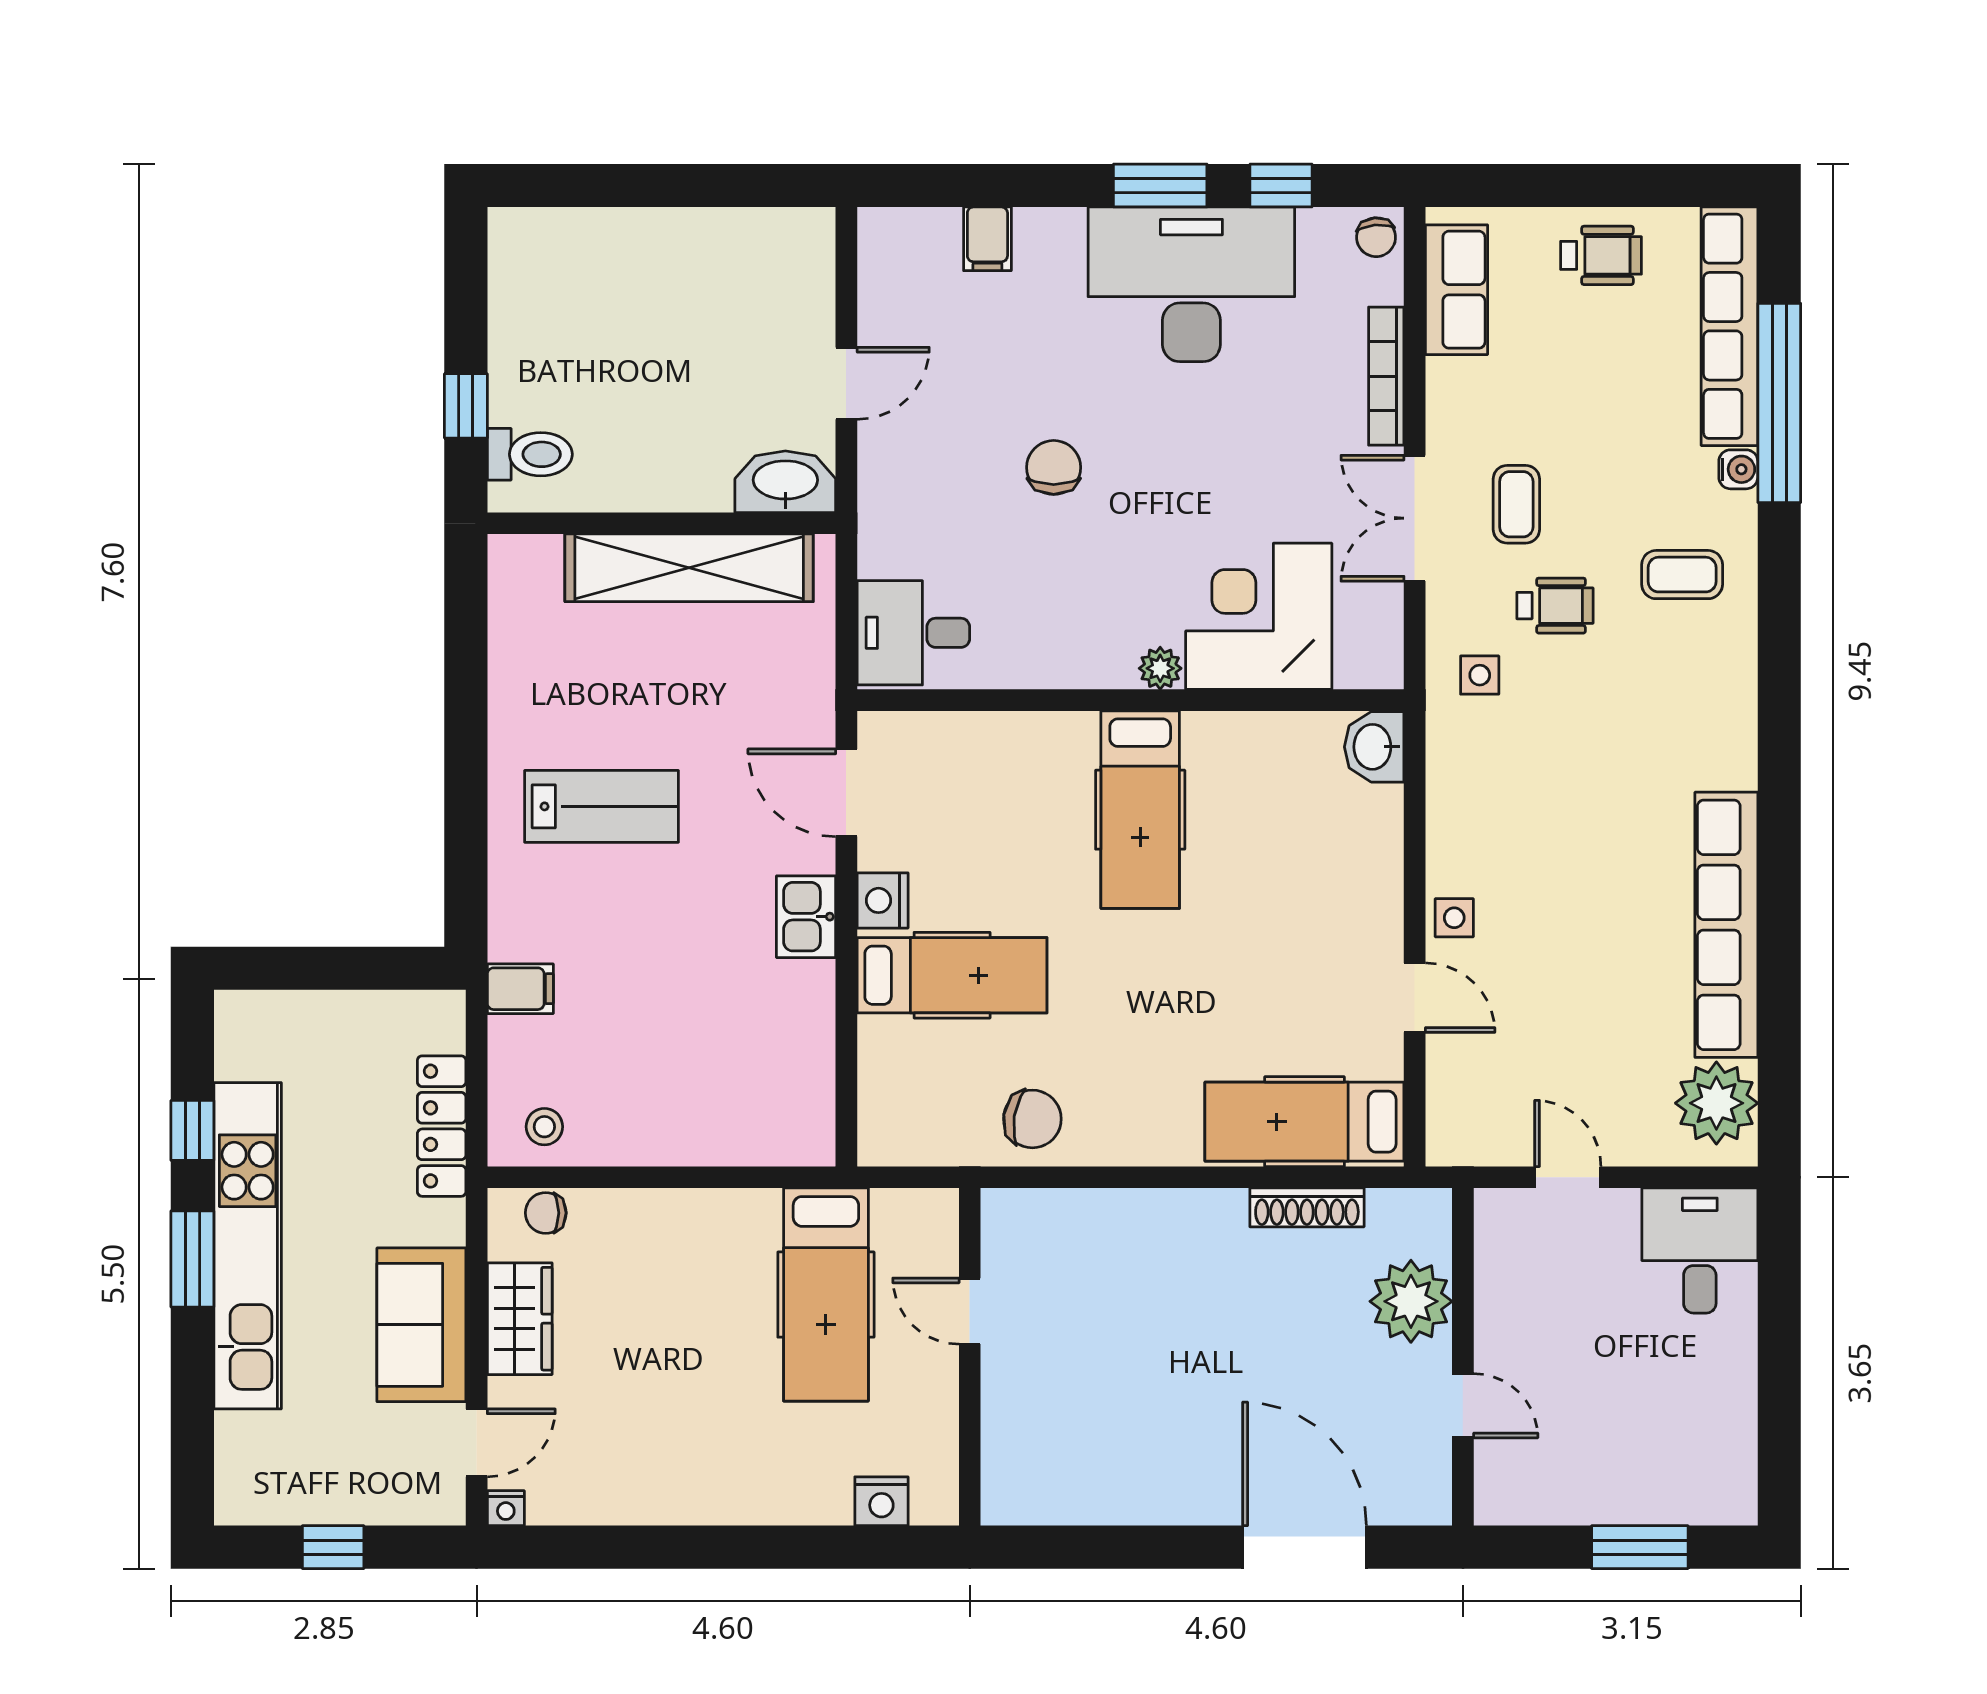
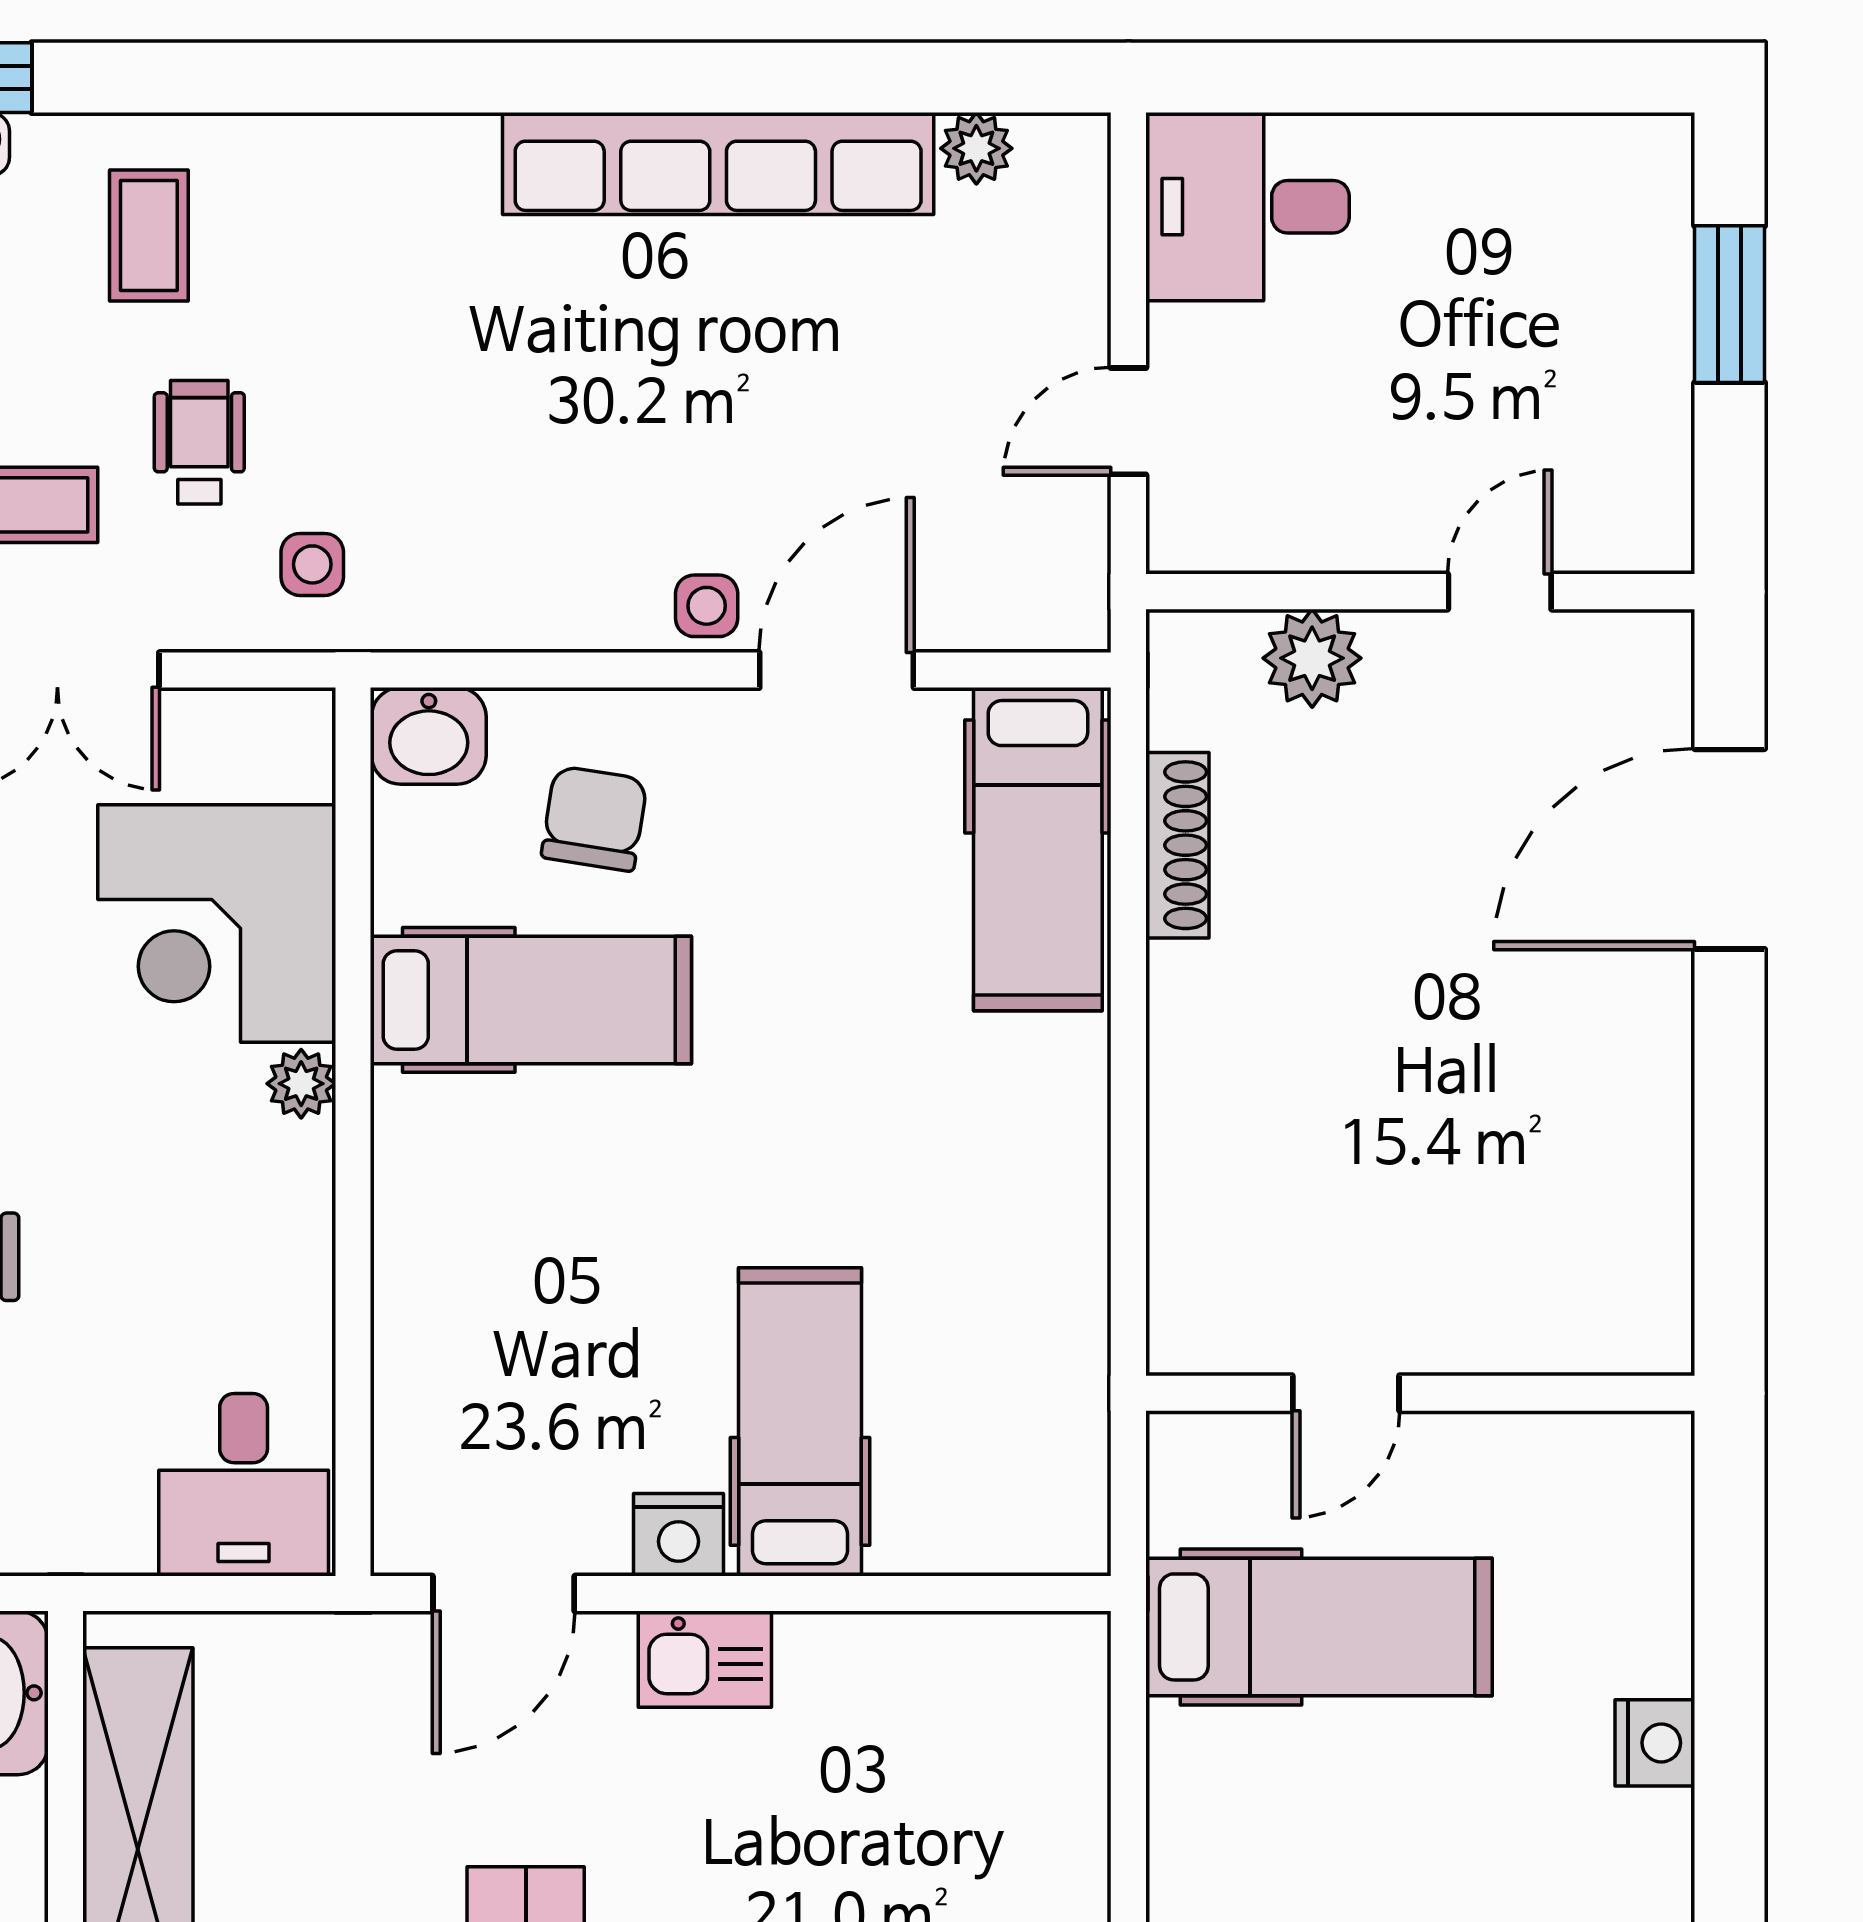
hospital bed: (1140, 810) -> (531, 1000), moved
door: (1415, 998) -> (837, 670), width x1.38
plant: (1716, 1103) -> (976, 148), width x0.53, depth x0.53
chair: (1032, 1119) -> (594, 819), moved
plant: (1411, 1301) -> (1312, 658), width x0.73, depth x0.73
nightstand: (881, 1501) -> (1655, 1743), moved

